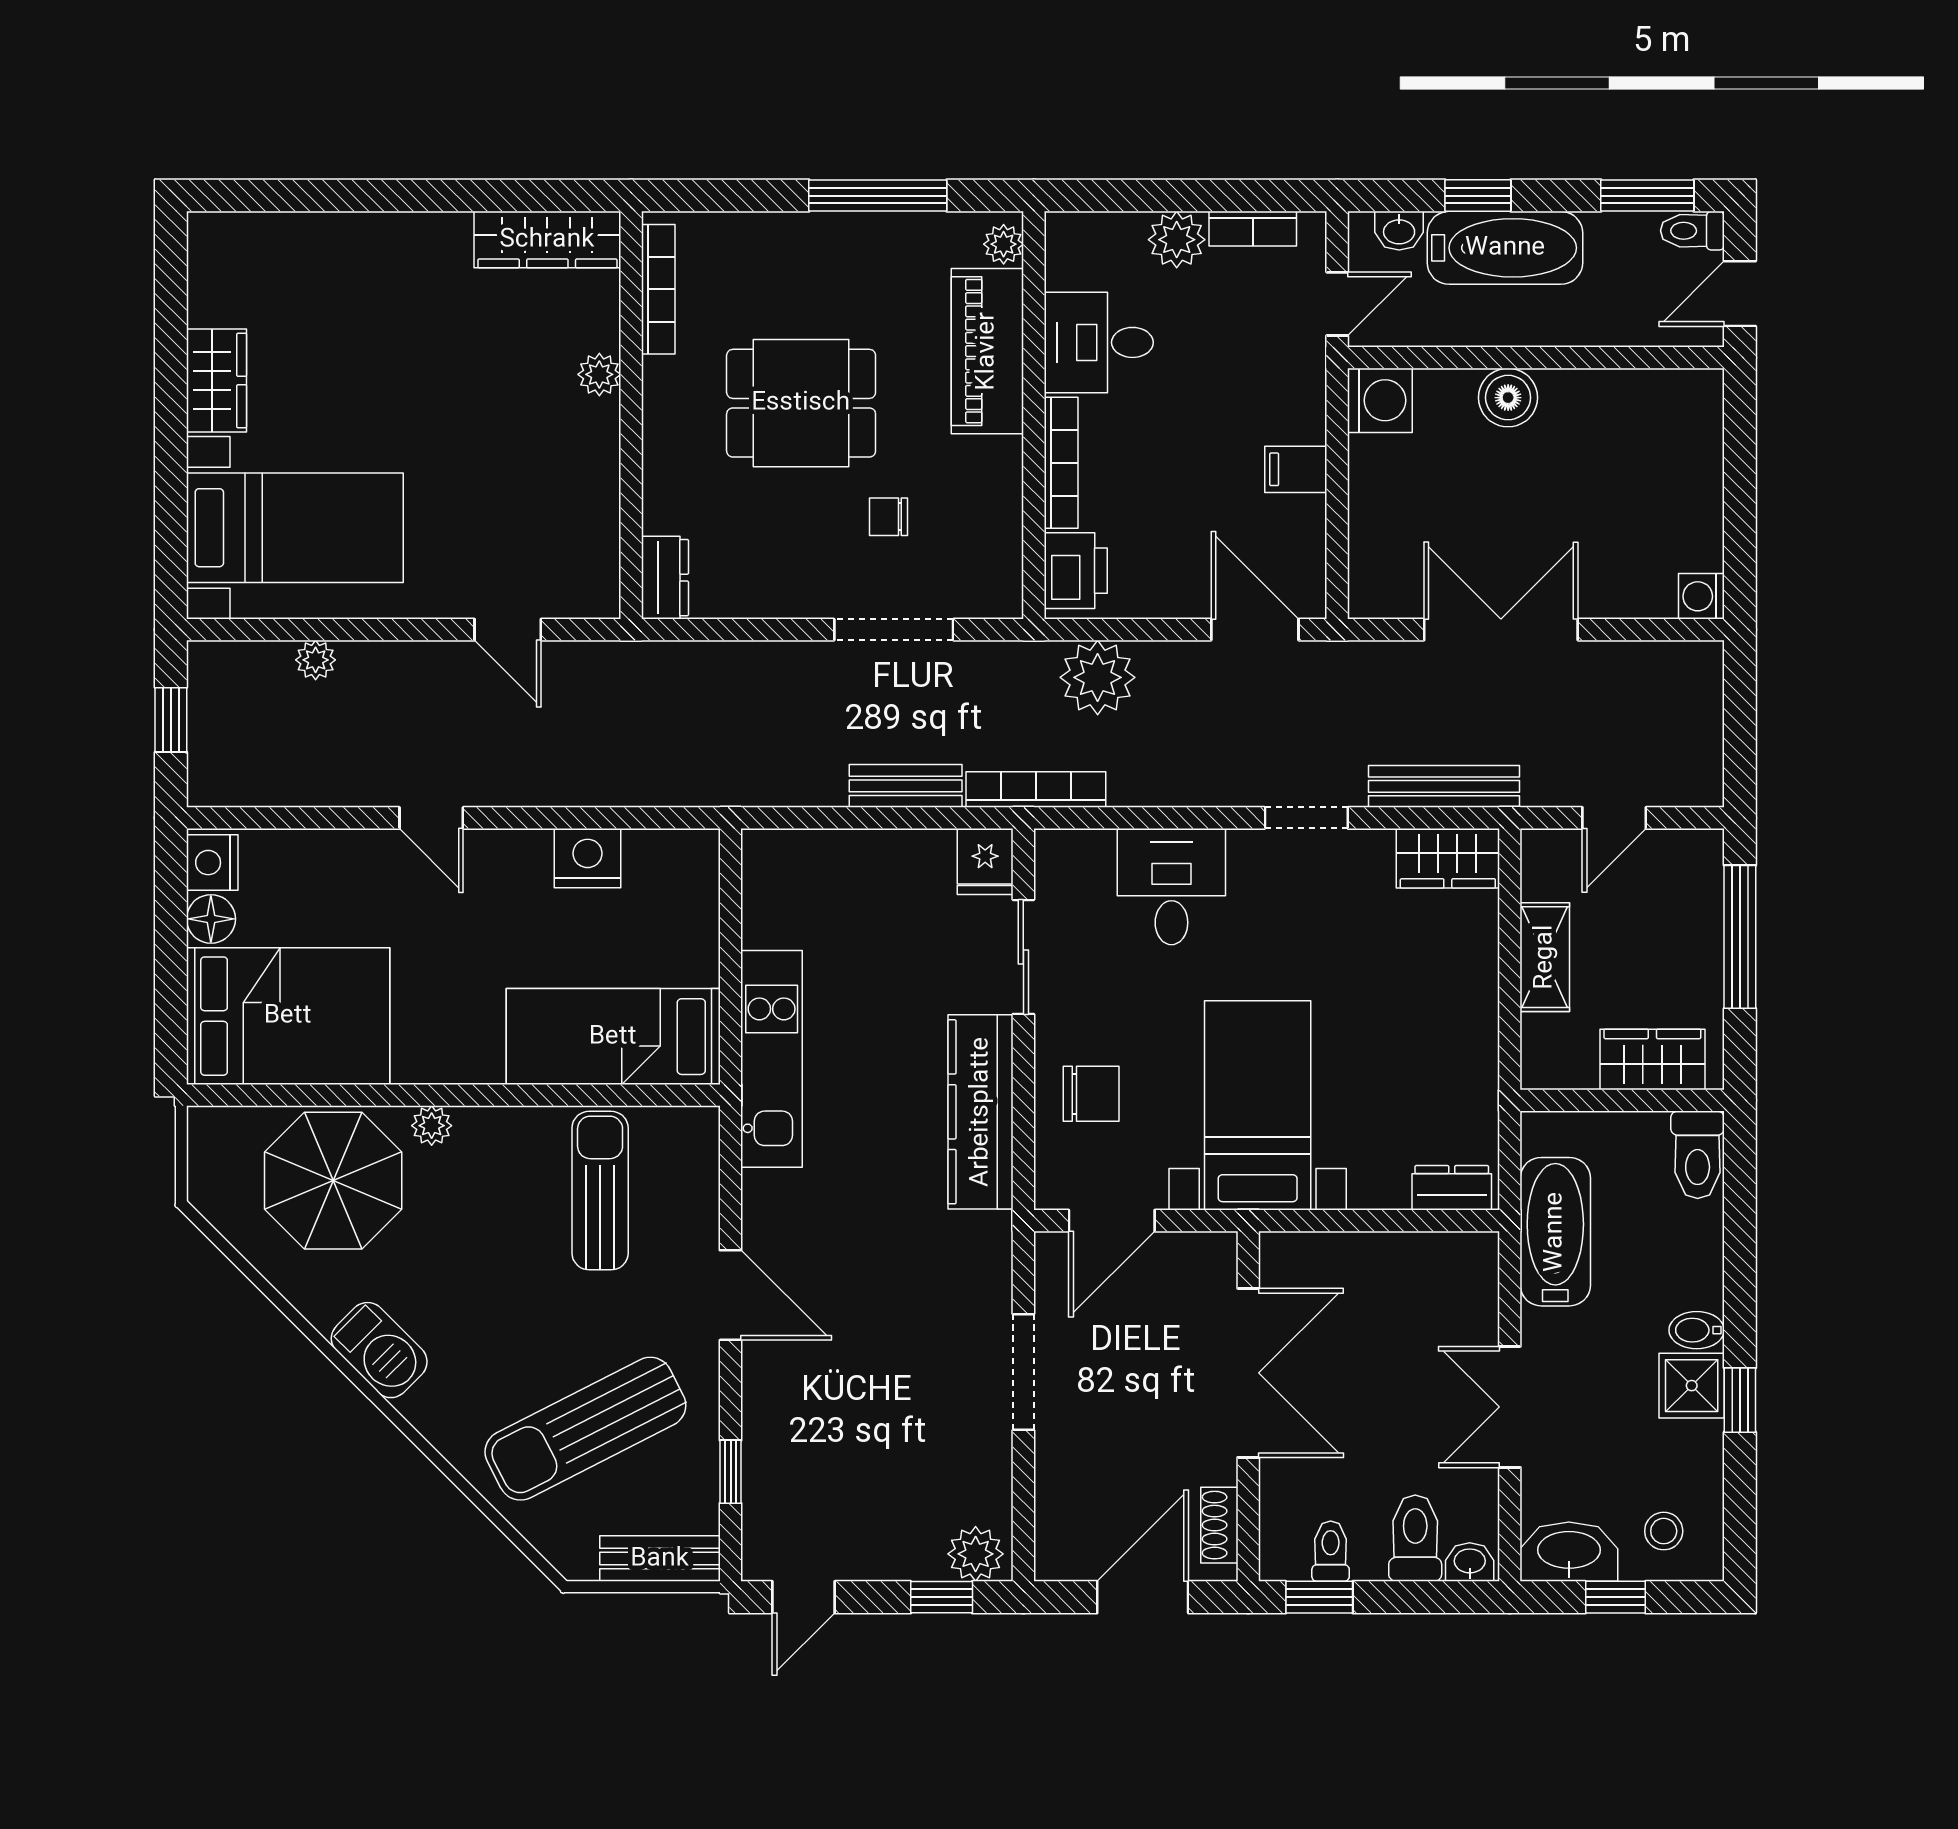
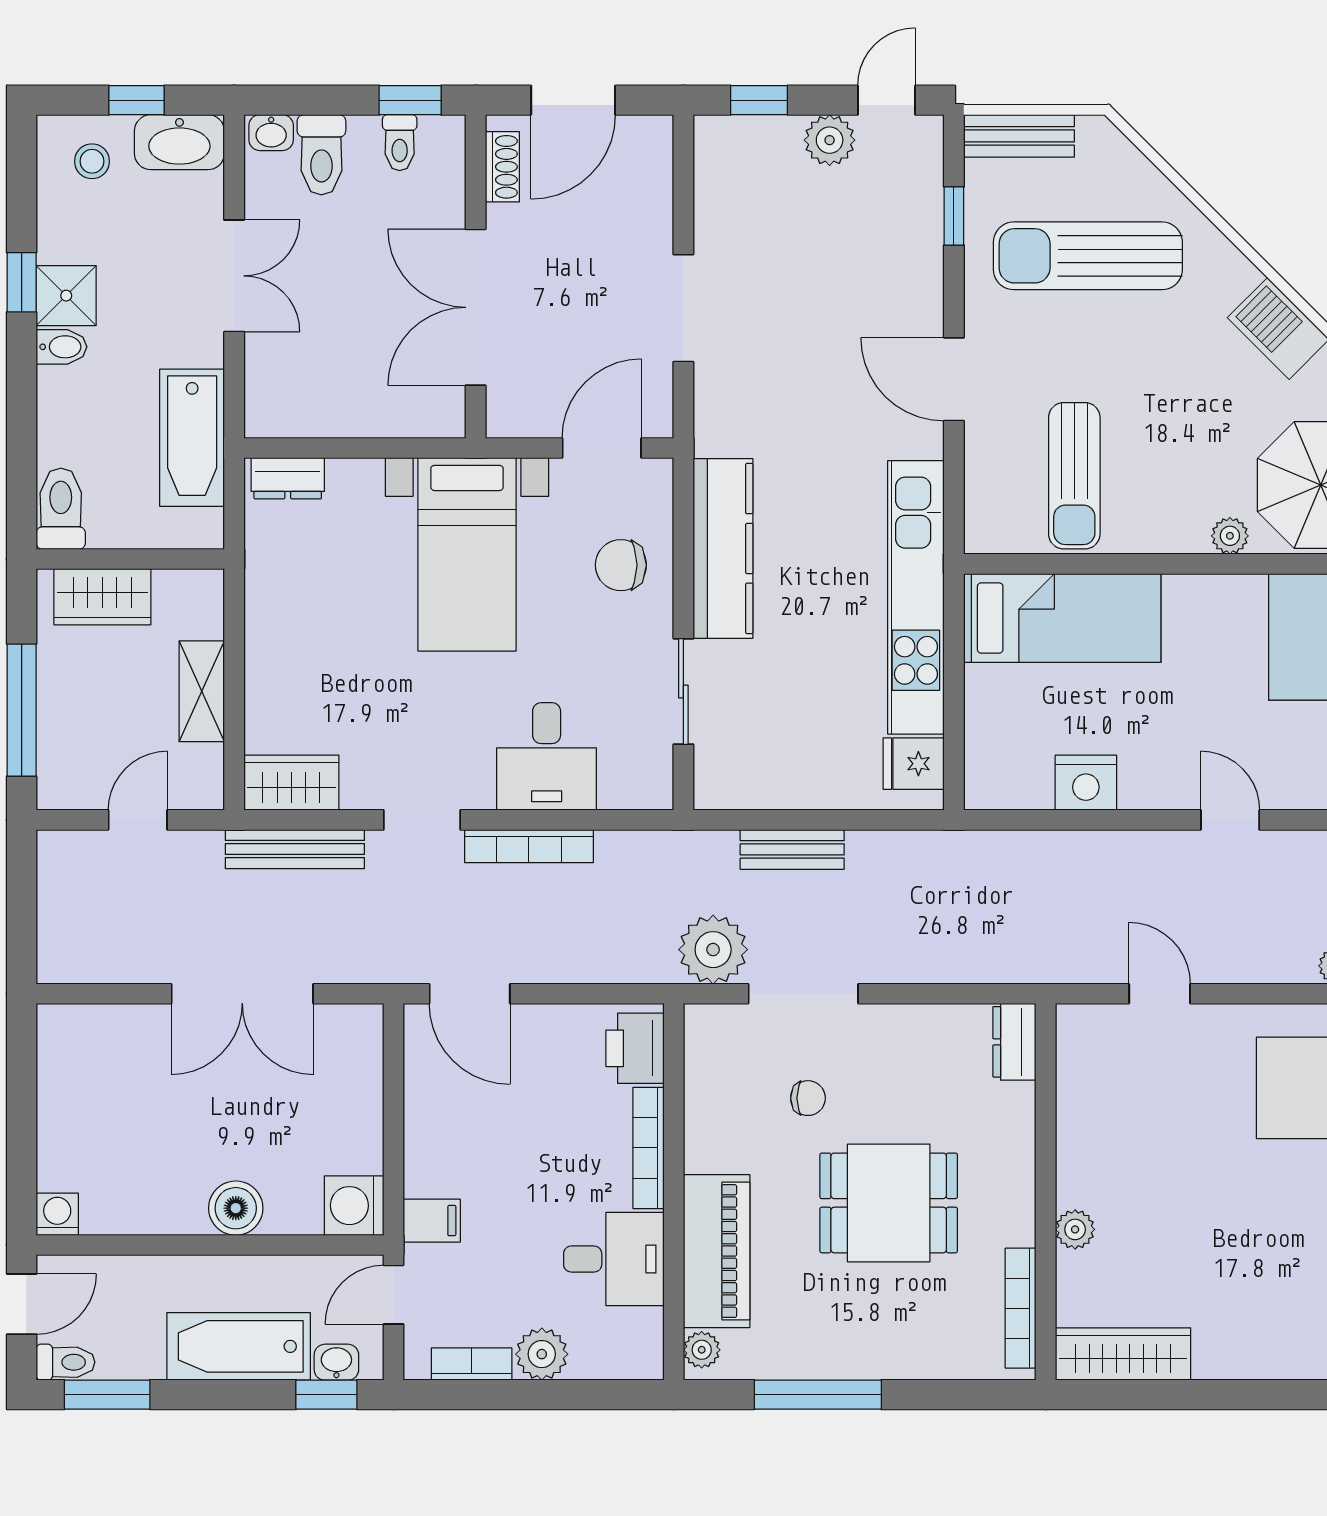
window: (1478, 196) -> (326, 1395), moved
filing cabinet: (1296, 469) -> (432, 1221), moved
washing machine: (1701, 596) -> (57, 1214), moved, turned -90
plant: (1098, 677) -> (713, 950), moved
bookcase: (1036, 790) -> (529, 846), moved
fridge: (985, 861) -> (914, 764), moved, turned -90
kitchen unit: (772, 1059) -> (916, 597), width x1.36
sun lounger: (585, 1429) -> (1088, 256), turned -153
plant: (976, 1554) -> (830, 140), moved

